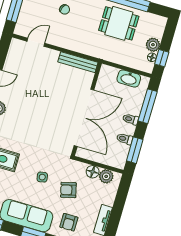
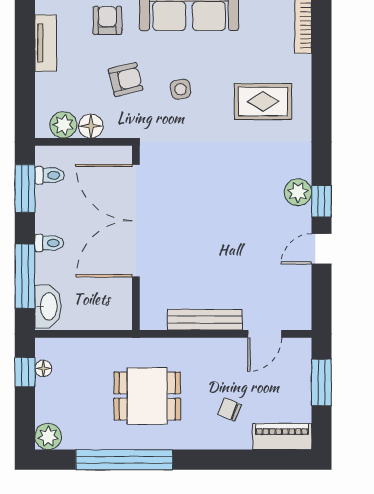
dining table: (119, 23) -> (147, 396), moved
plant: (153, 45) -> (48, 436), moved
bench: (78, 62) -> (205, 320), moved
washbasin: (129, 79) -> (48, 306), moved, turned 90
toilet: (125, 139) -> (50, 175), moved

